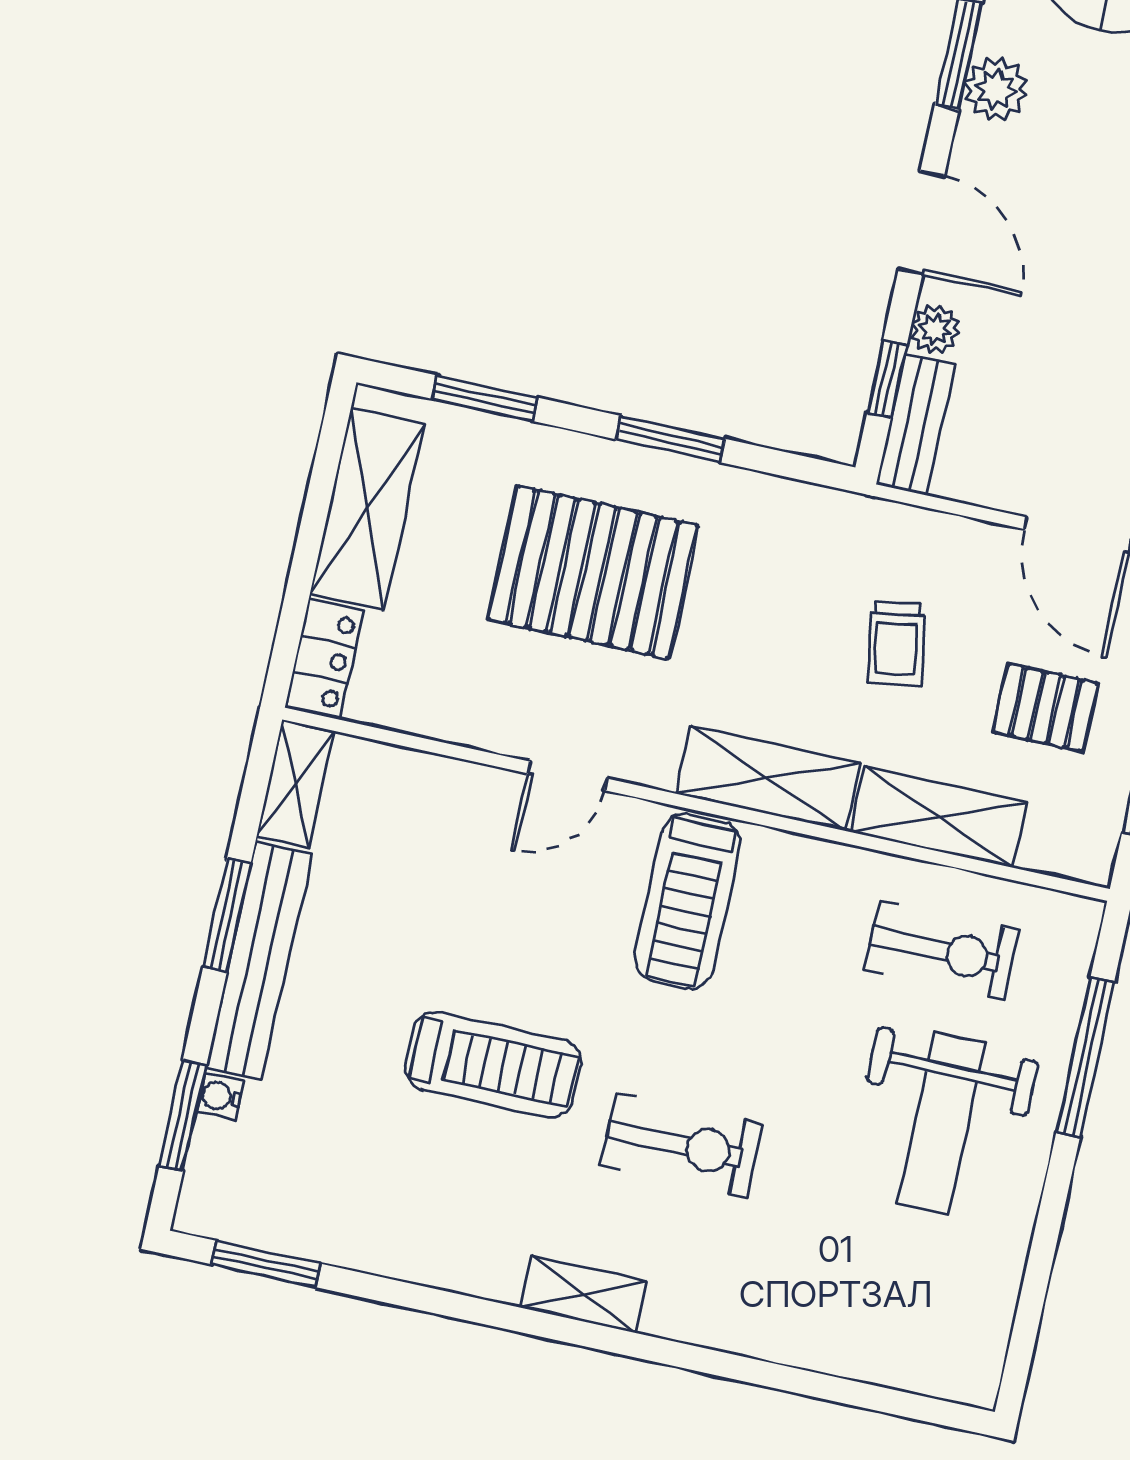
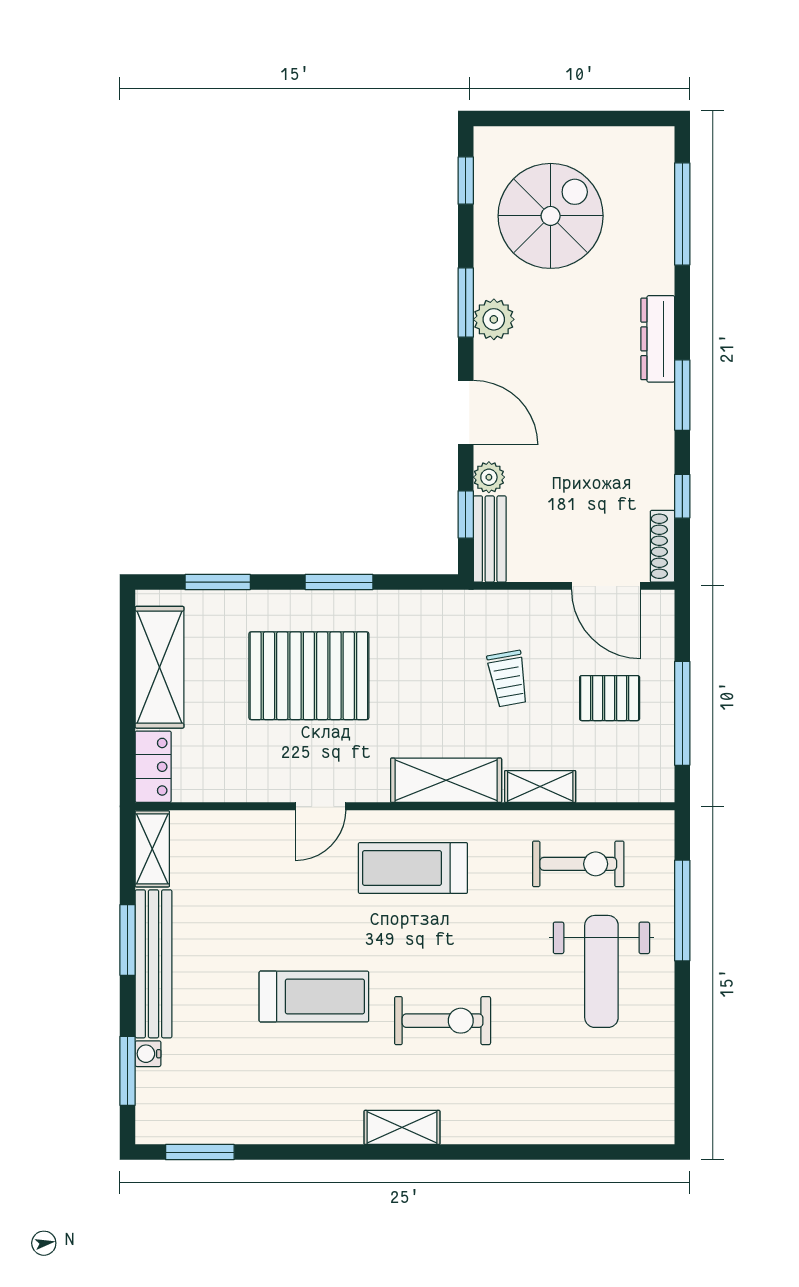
shelving: (939, 817) -> (540, 786), width x0.67, depth x0.75
treadmill: (688, 901) -> (413, 868), turned 90

